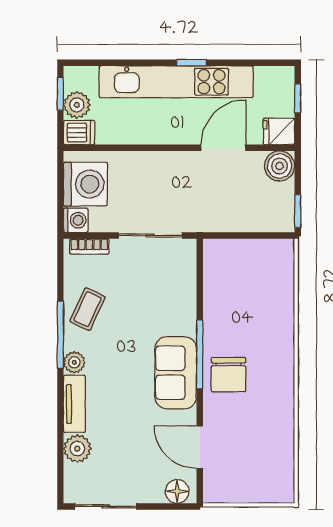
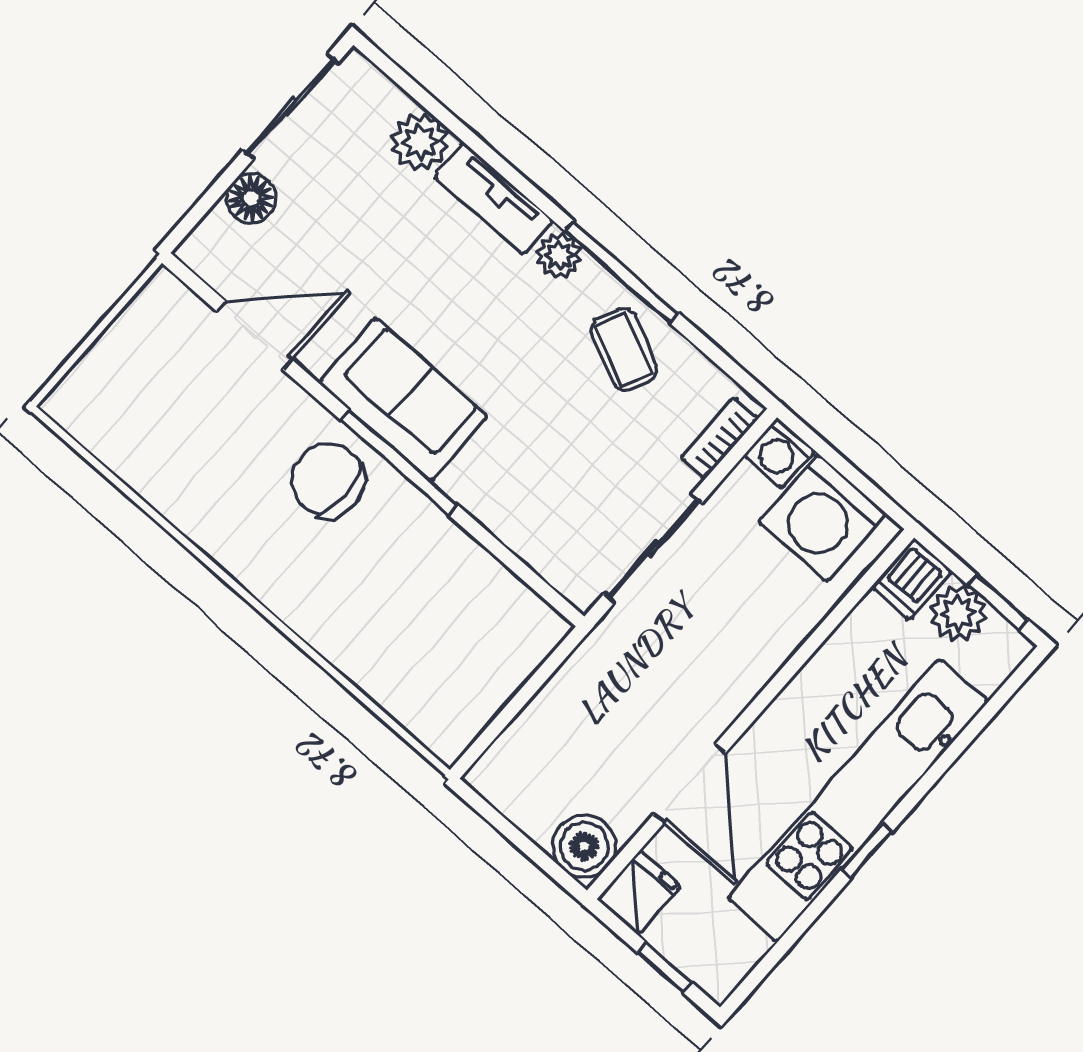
window: (298, 211) -> (489, 813), removed
floor lamp: (177, 491) -> (251, 198), moved

